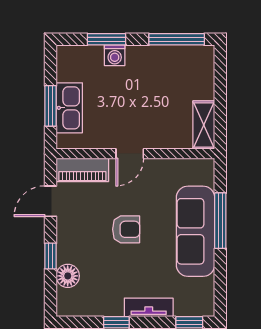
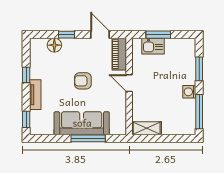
washing machine: (115, 55) -> (189, 92), moved
kitchen sink: (69, 108) -> (153, 46), width x0.73
armchair: (126, 229) -> (83, 81), turned 90

